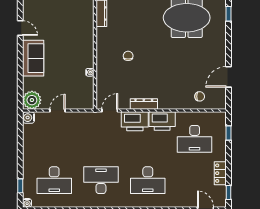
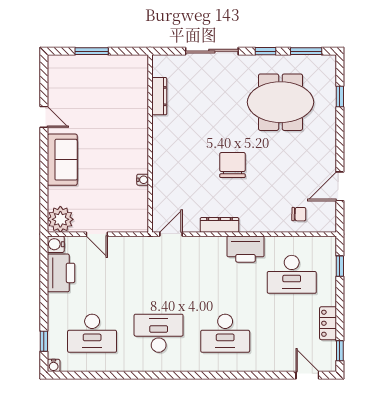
chair: (128, 56) -> (233, 165), moved, width x1.87, depth x1.87
door: (57, 110) -> (97, 234), swing flipped
printer: (135, 121) -> (61, 273), moved, turned -90

